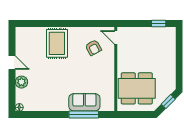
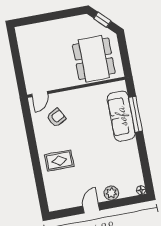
window: (159, 23) -> (14, 48), removed
rug: (57, 43) -> (59, 160), width x0.73, depth x0.70
sofa: (84, 102) -> (121, 116), width x1.36

